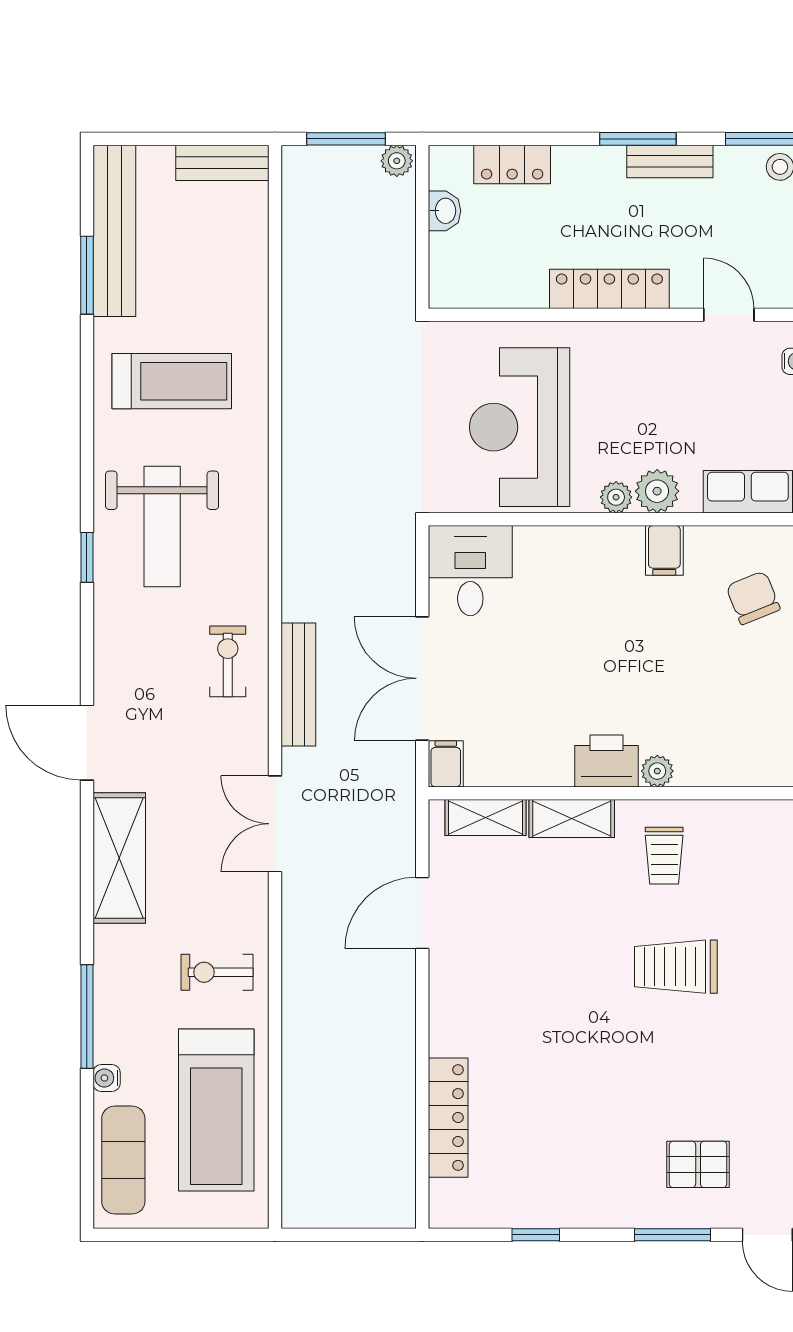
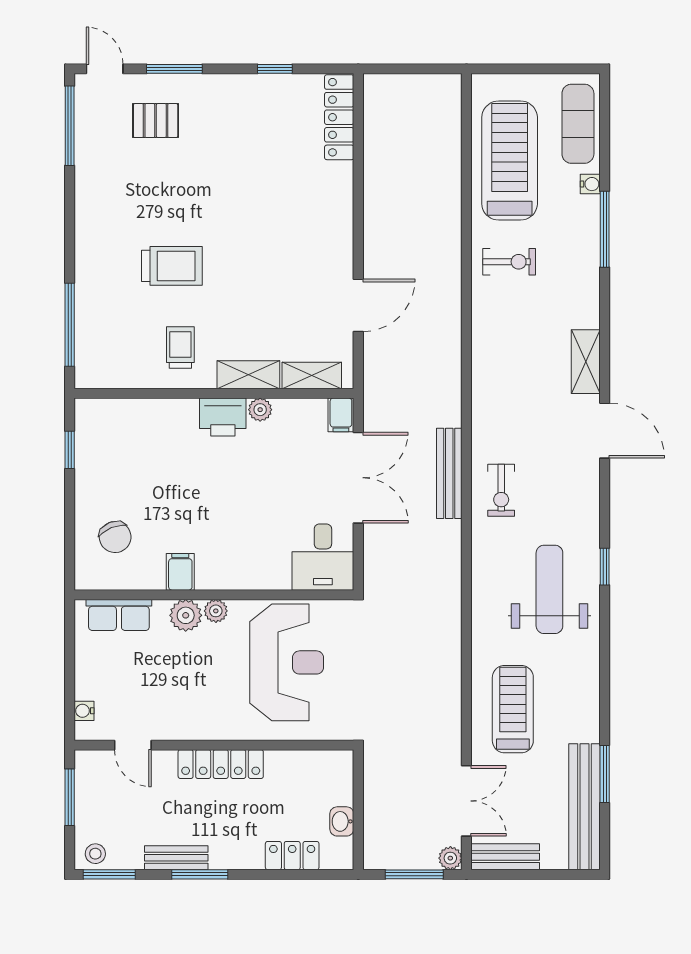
plant: (397, 161) -> (450, 858), moved
treadmill: (172, 381) -> (513, 709), moved, turned 90
plant: (657, 771) -> (260, 410), moved
double door: (275, 824) -> (466, 801), moved
shelving: (119, 858) -> (586, 362), width x0.67, depth x0.75
locker: (448, 1118) -> (339, 117), moved

